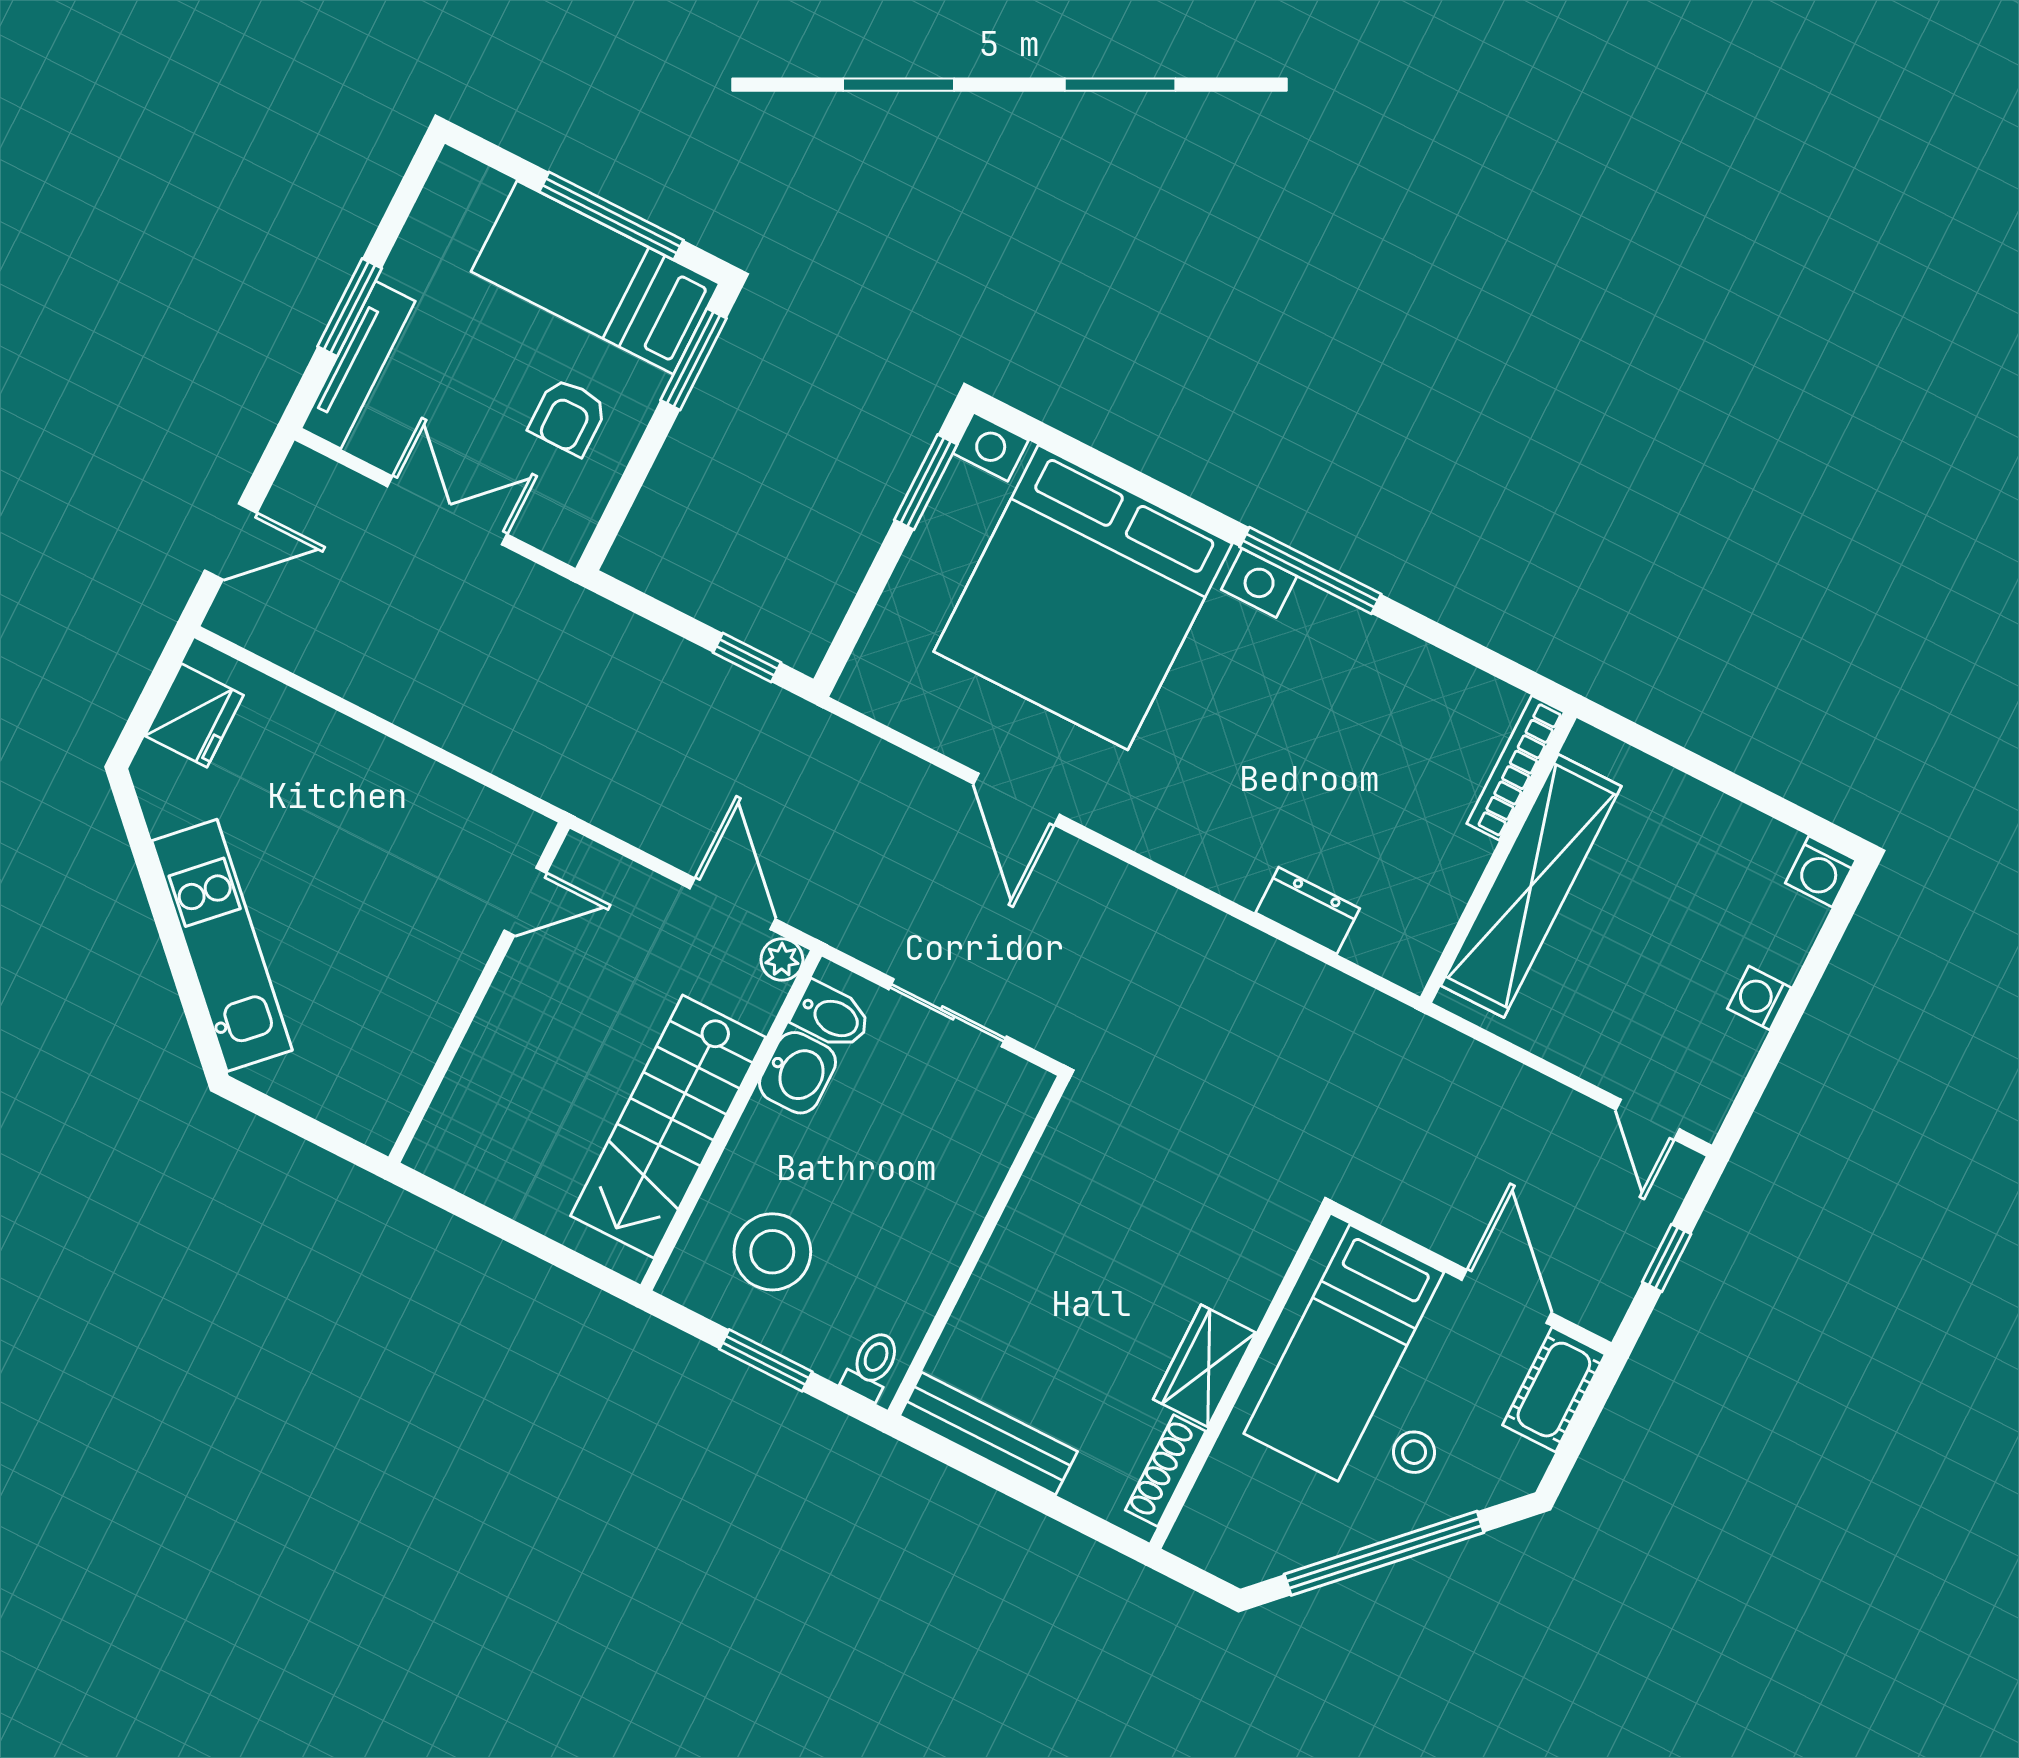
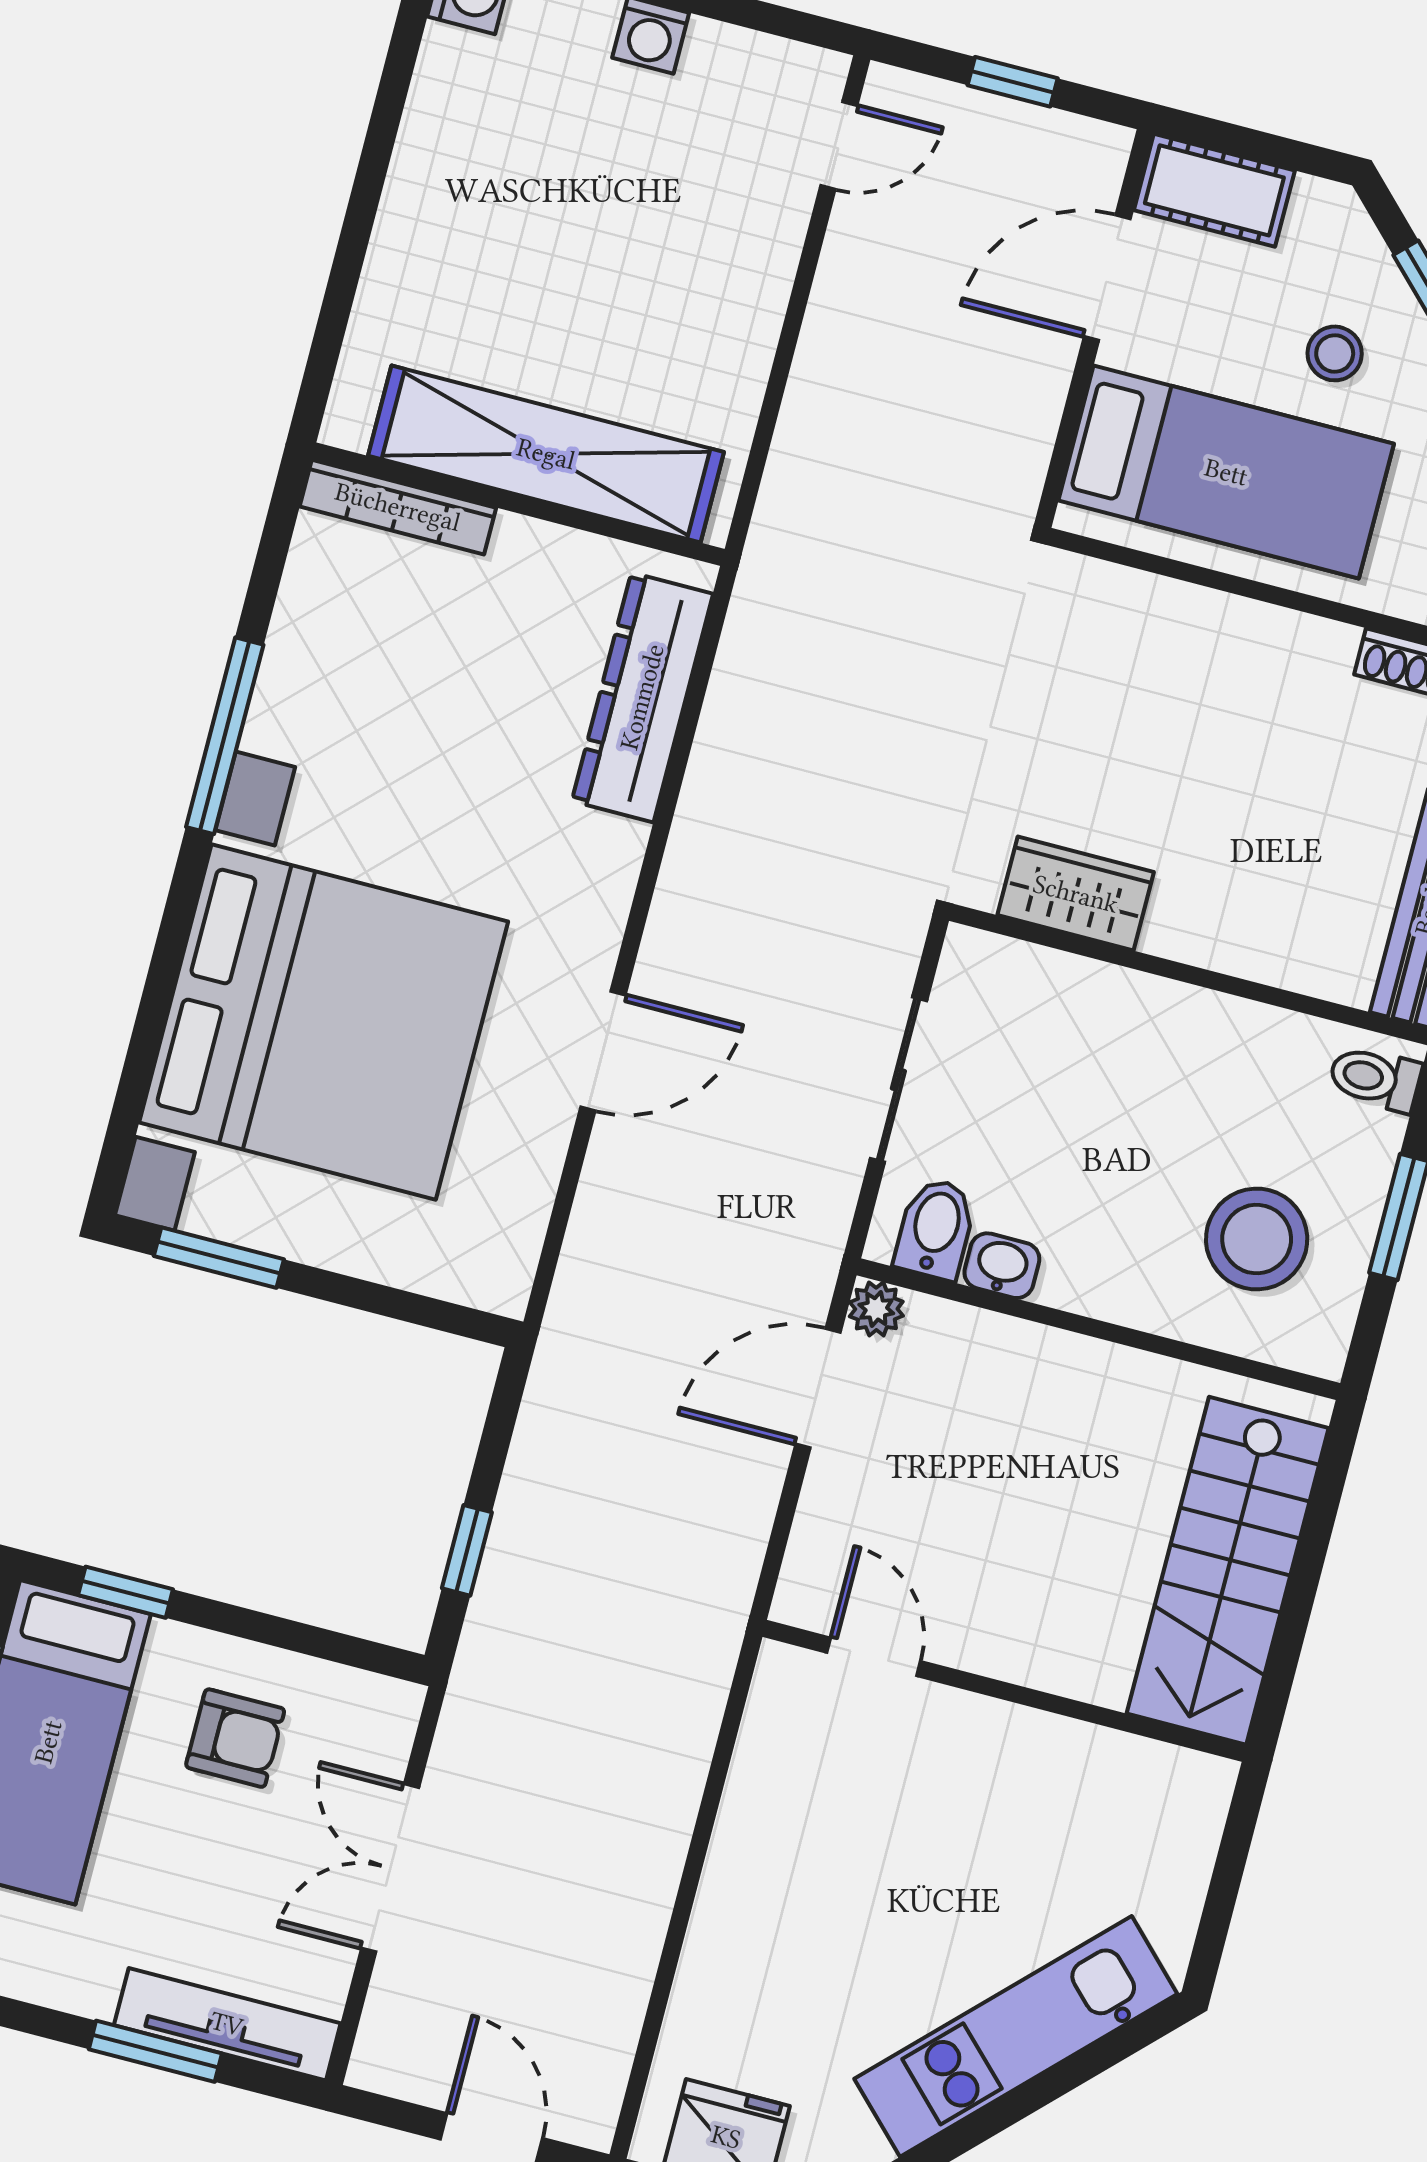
window: (694, 359) -> (126, 1592), width x0.67
window: (747, 658) -> (467, 1550), moved
bookcase: (1516, 768) -> (398, 507), moved
wall: (1498, 857) -> (518, 504), moved
shelving: (1531, 886) -> (546, 454), moved
dresser: (1308, 911) -> (642, 697), width x1.96, depth x1.24
washbasin: (798, 1073) -> (1002, 1266), width x0.72, depth x0.69
stairs: (668, 1127) -> (1228, 1571), moved, turned 90
wardrobe: (1205, 1366) -> (1076, 894), moved, turned 180

